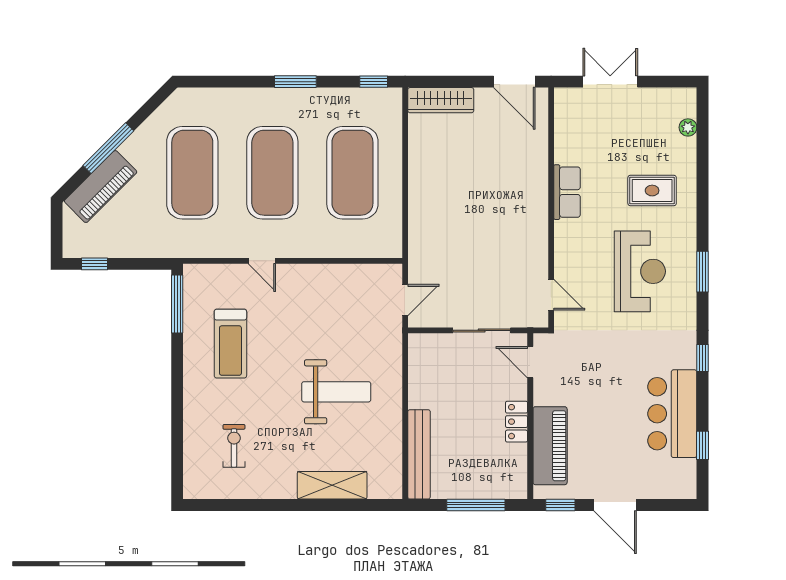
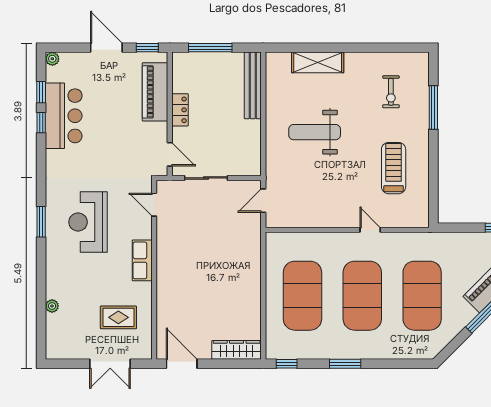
plant: (688, 127) -> (52, 306), moved
rug: (652, 191) -> (118, 317), moved
row of seats: (567, 192) -> (142, 260), moved
window: (177, 304) -> (433, 108), moved
window: (703, 358) -> (41, 123), moved
plant: (688, 490) -> (52, 59), added

